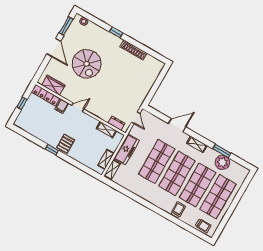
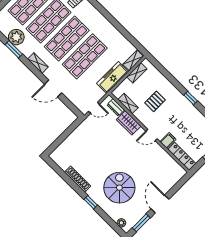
spiral stairs: (87, 64) -> (119, 188), moved
wardrobe: (53, 85) -> (129, 123), moved
door: (136, 118) -> (94, 108), swing flipped
pallet: (66, 144) -> (155, 101), moved

